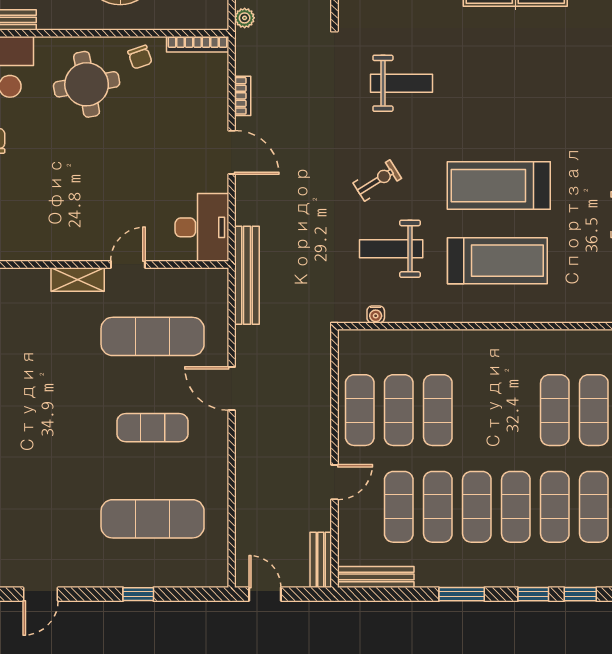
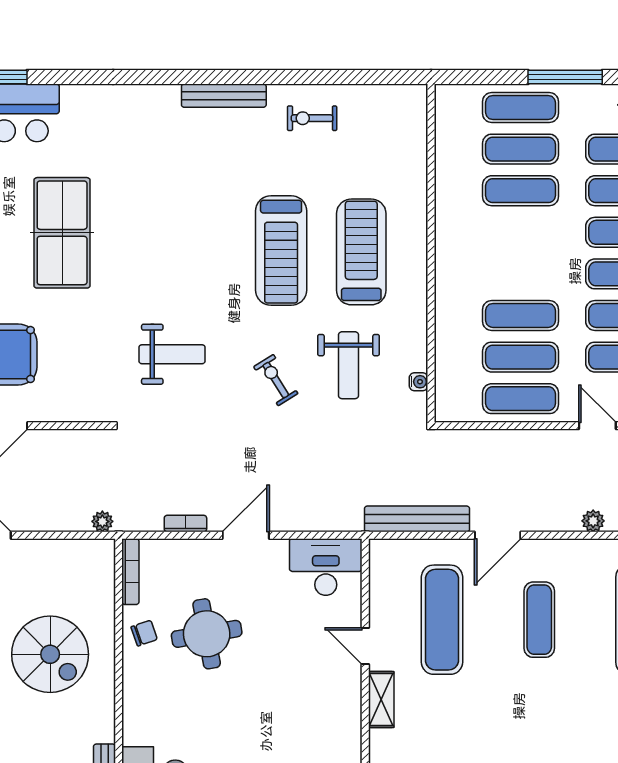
weight bench: (401, 83) -> (172, 354), turned 90
round table: (87, 84) -> (207, 634), moved
bench: (247, 275) -> (417, 519), moved
plant: (245, 478) -> (593, 521), added

